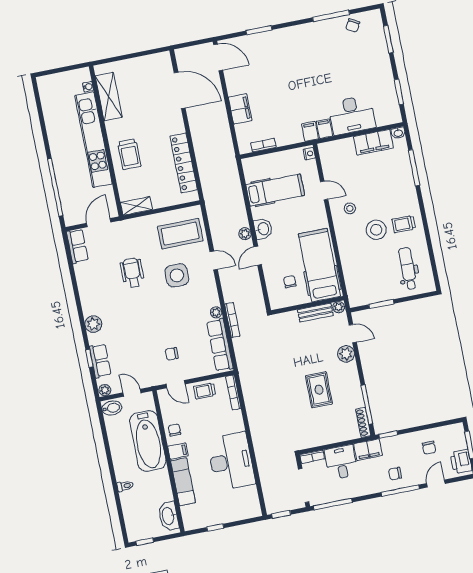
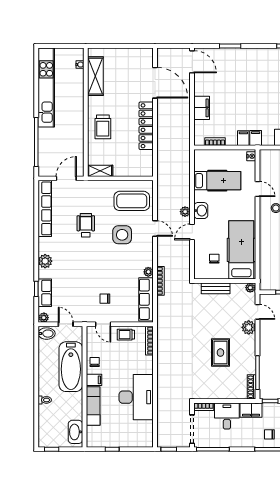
filing cabinet: (324, 129) -> (243, 138), moved
kitchen unit: (93, 140) -> (46, 88), moved, turned 180
locker: (184, 163) -> (146, 126), moved
row of seats: (77, 246) -> (45, 208), width x2.02
bench: (315, 313) -> (216, 288), moved

